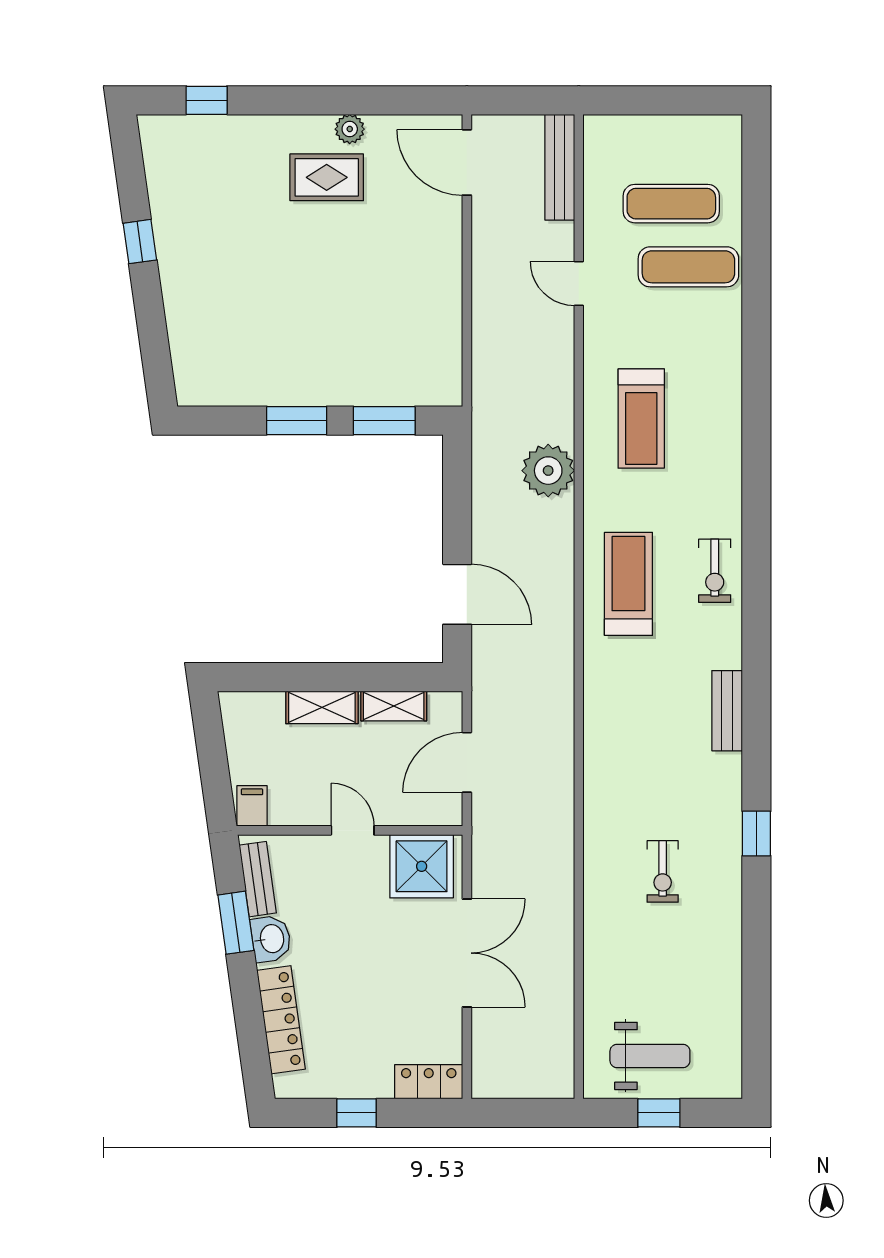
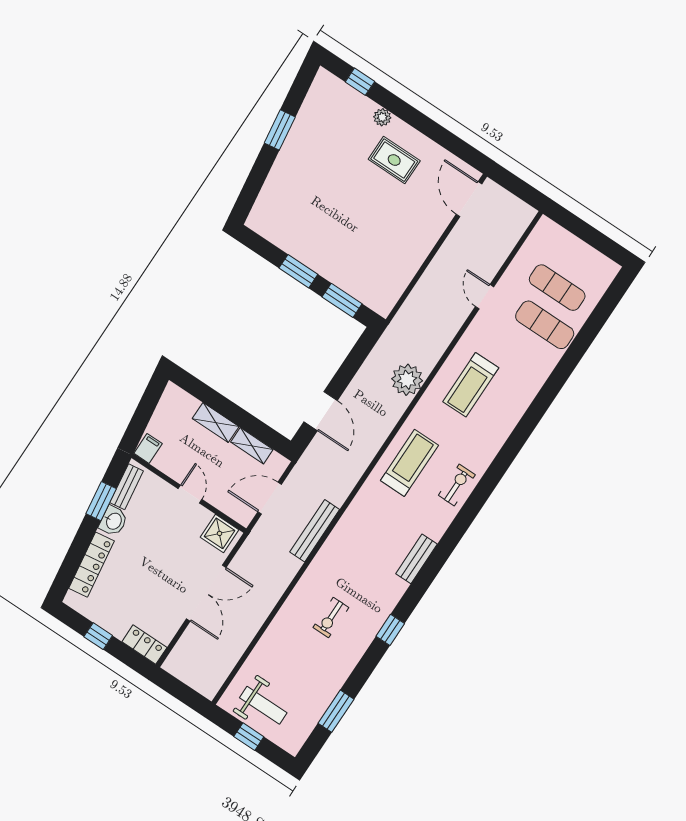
plant: (350, 129) -> (382, 117), moved
bench: (560, 167) -> (315, 531), moved
window: (140, 242) -> (280, 130), width x1.50
exercise bike: (715, 571) -> (457, 485), turned 180
shower: (422, 866) -> (220, 533), width x0.73, depth x0.73
window: (756, 997) -> (336, 711), added

